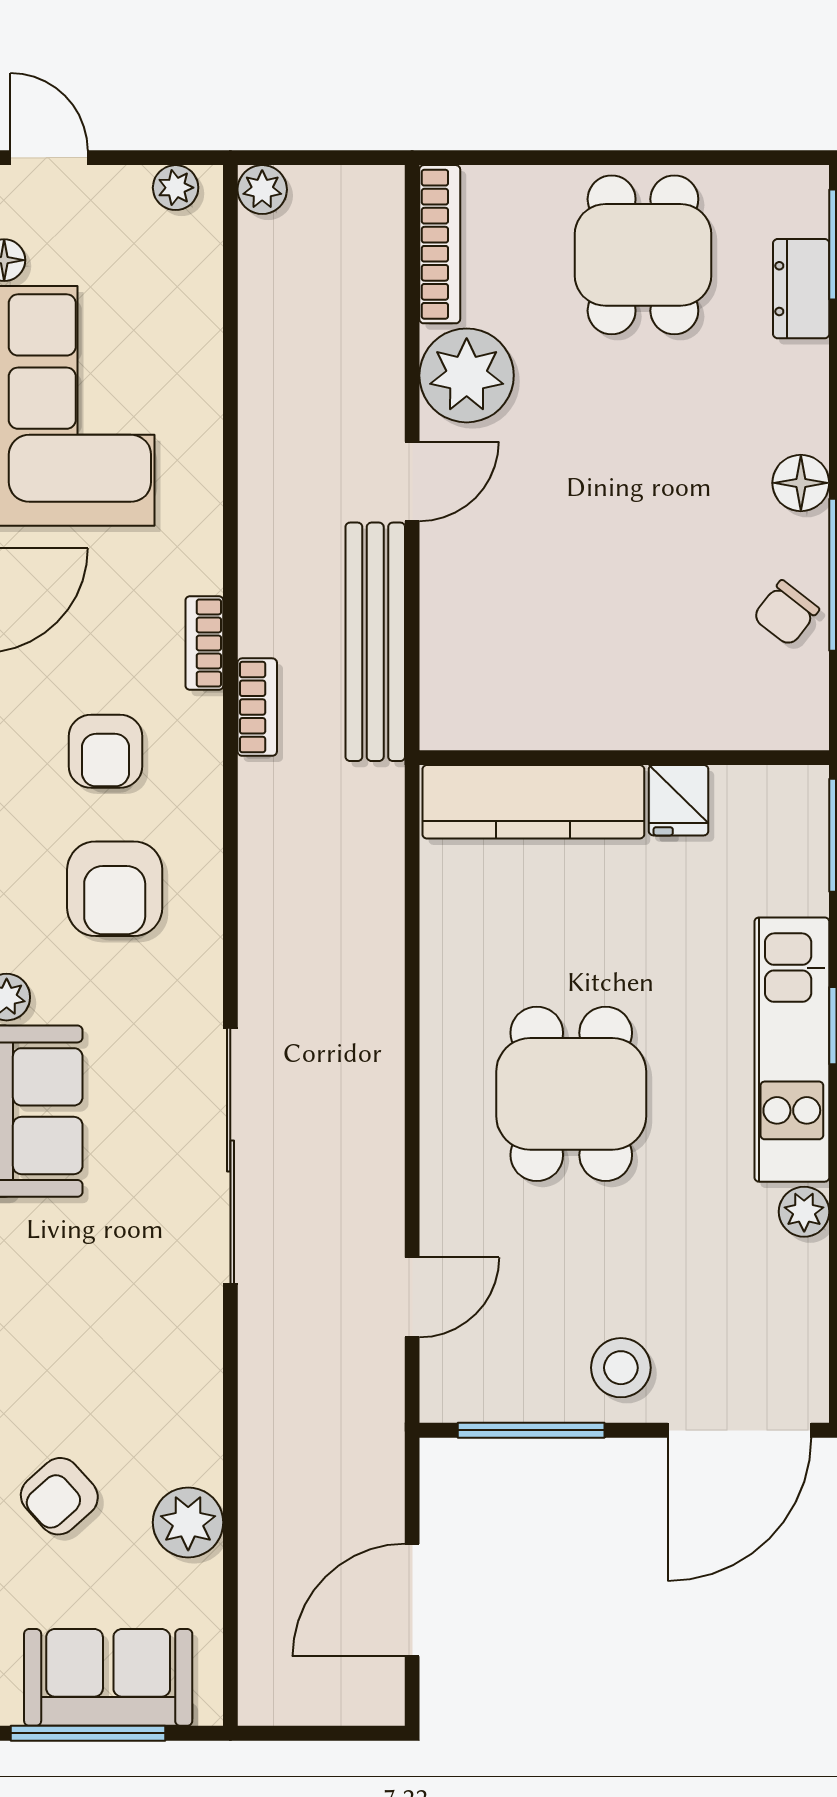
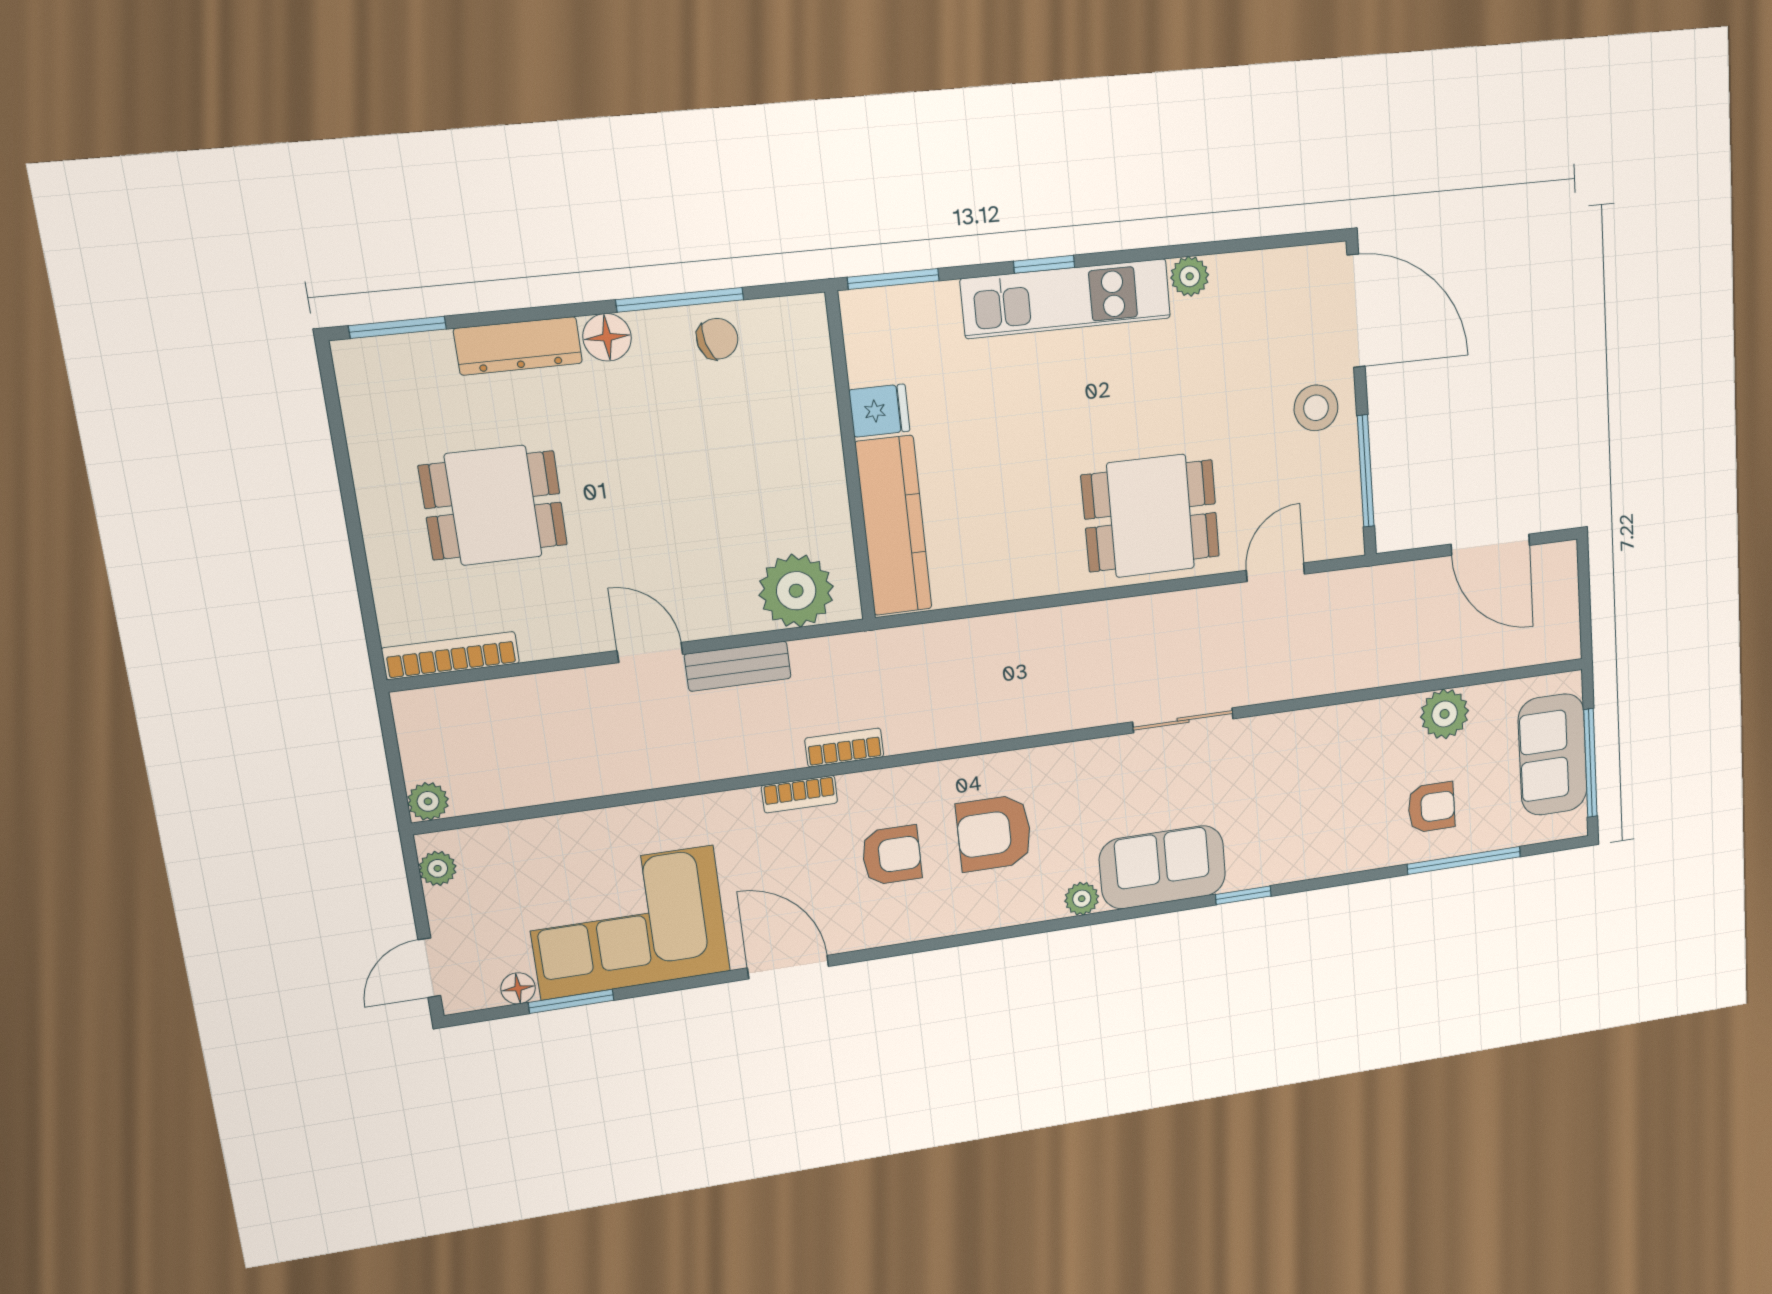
dining table: (643, 255) -> (493, 505), moved
dresser: (801, 289) -> (518, 346), moved, width x1.44
plant: (467, 375) -> (796, 591), moved
chair: (786, 613) -> (717, 339), turned -54
bench: (375, 642) -> (738, 666), width x0.54, depth x0.82
armchair: (115, 889) -> (994, 833), turned 180
dining table: (571, 1094) -> (1151, 516), moved
sliding door: (230, 1156) -> (1183, 720), width x0.54
door: (412, 1297) -> (1275, 572), hinge flipped
armchair: (59, 1496) -> (1431, 807), turned -48

